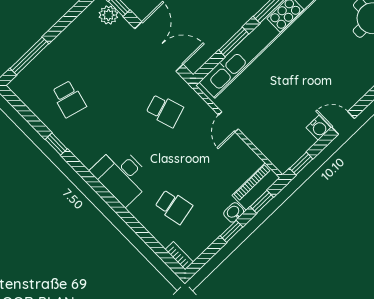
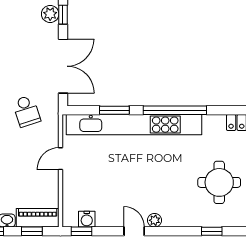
plant: (351, 98) -> (155, 220), added
water cooler: (319, 128) -> (87, 219), moved

